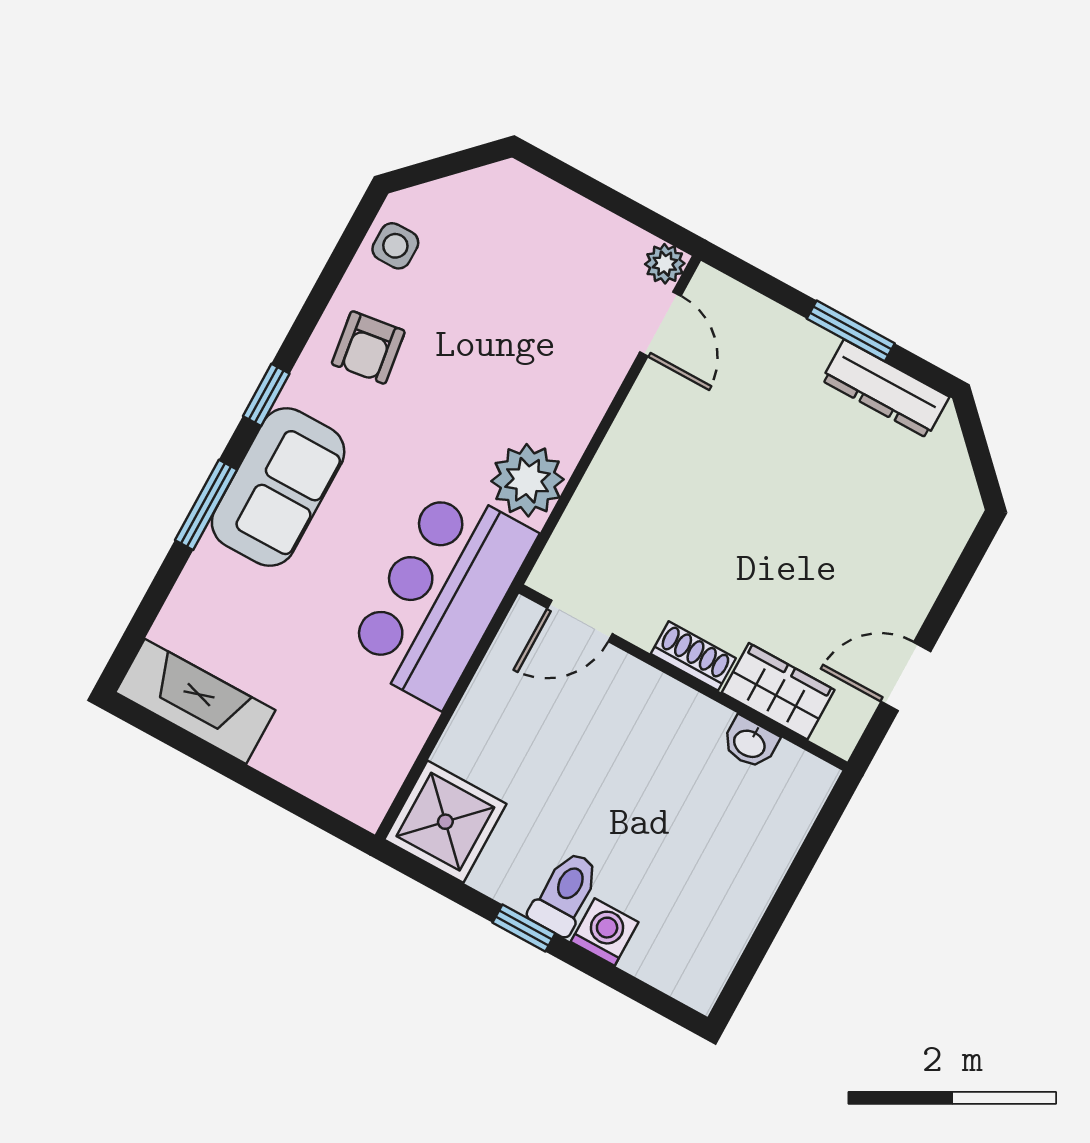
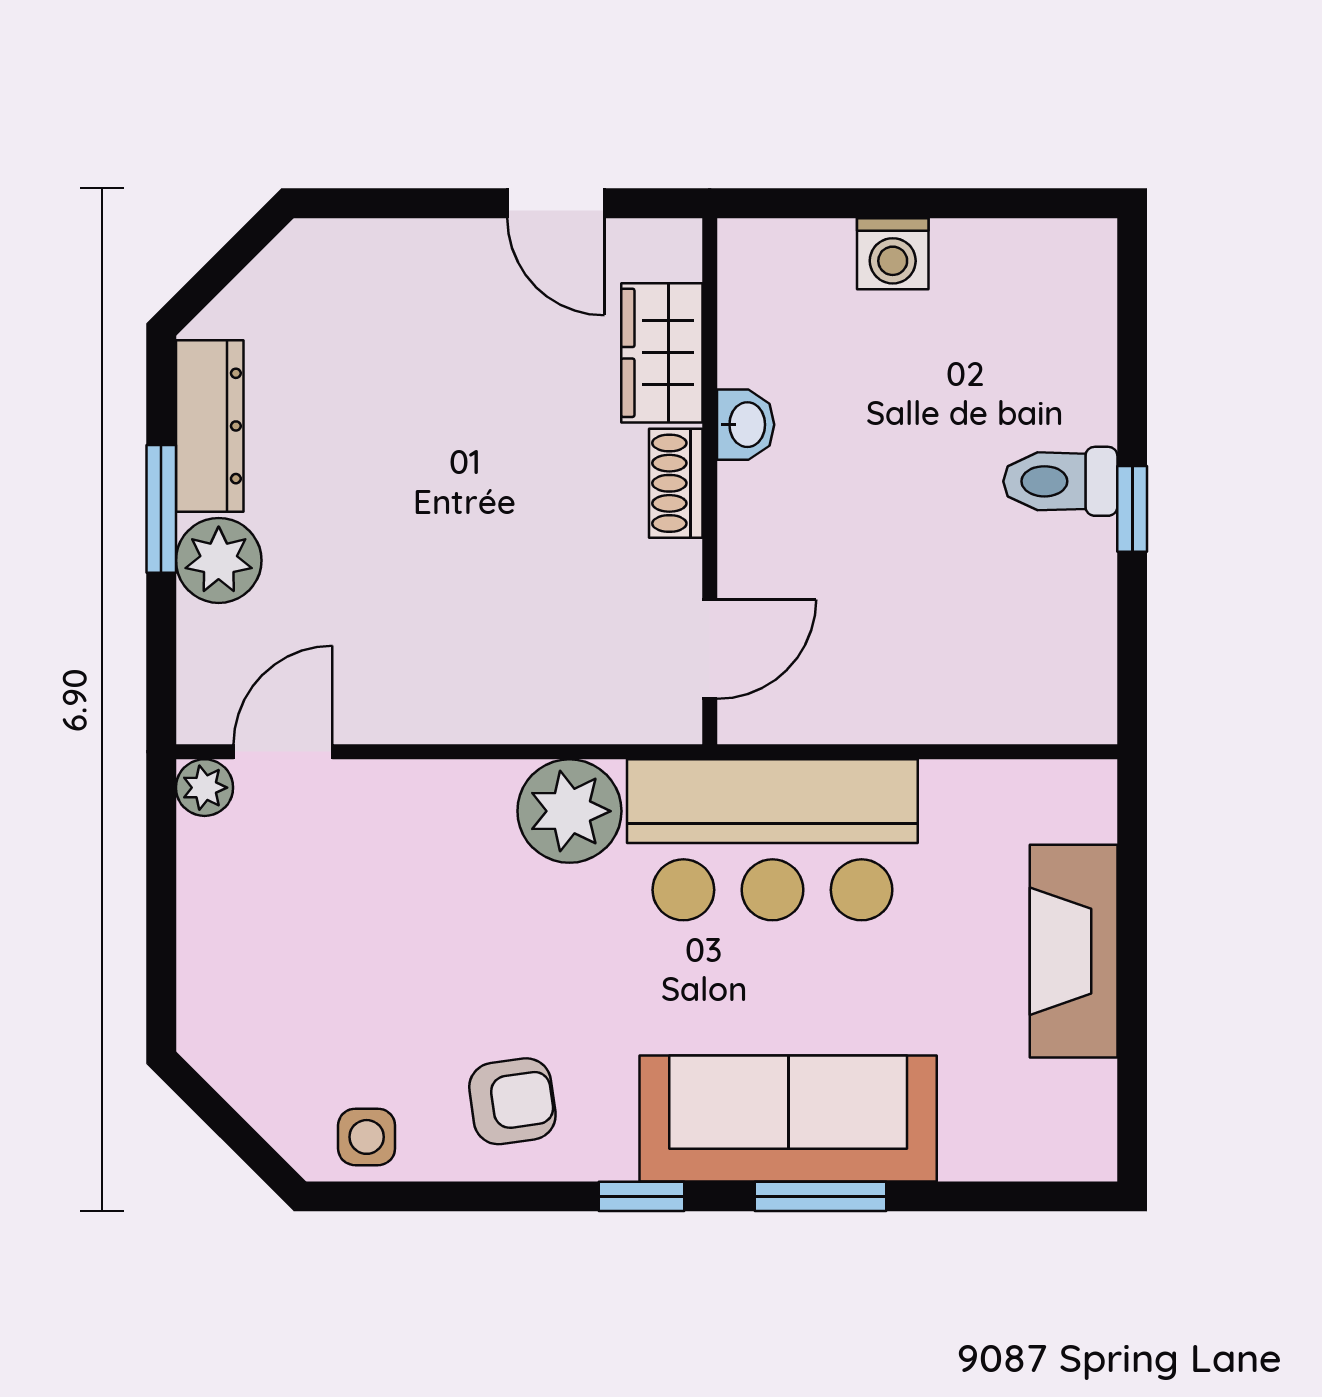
plant: (800, 349) -> (219, 560), added
sofa: (278, 487) -> (788, 1118), width x1.36
door: (580, 621) -> (710, 649), hinge flipped
fireplace: (195, 701) -> (1074, 951), moved
washbasin: (750, 743) -> (746, 425), moved
shower: (445, 822) -> (1053, 680), removed
washing machine: (605, 932) -> (893, 254), moved, turned -90

